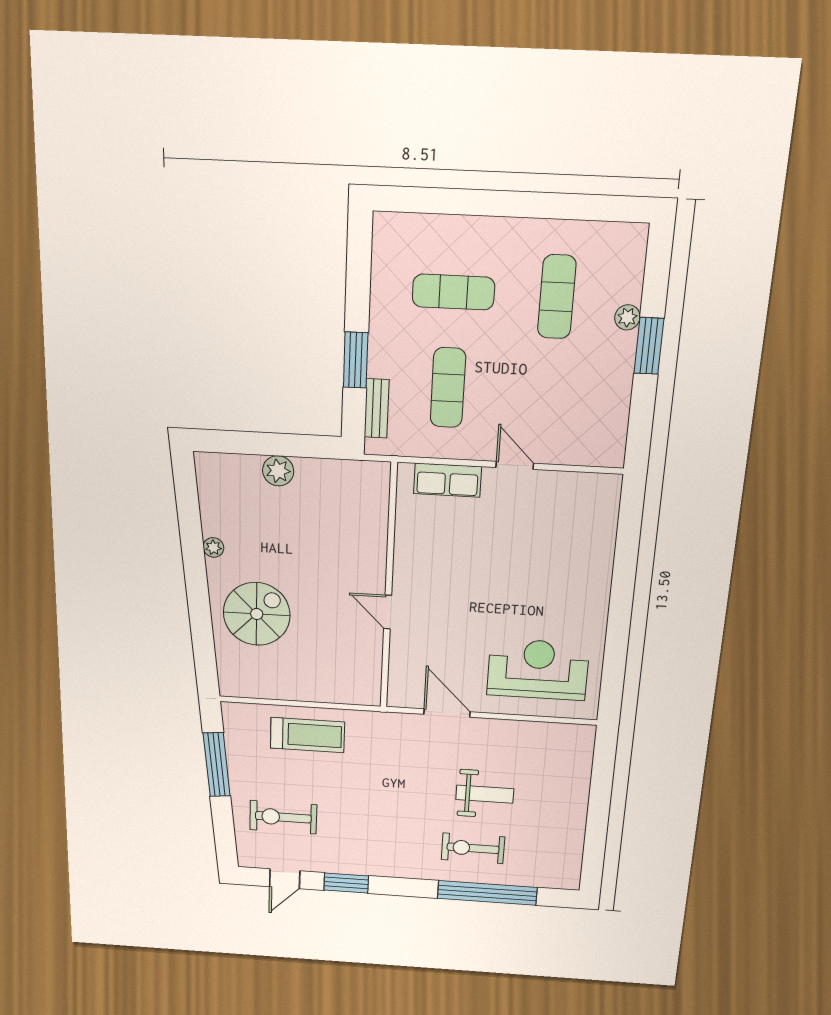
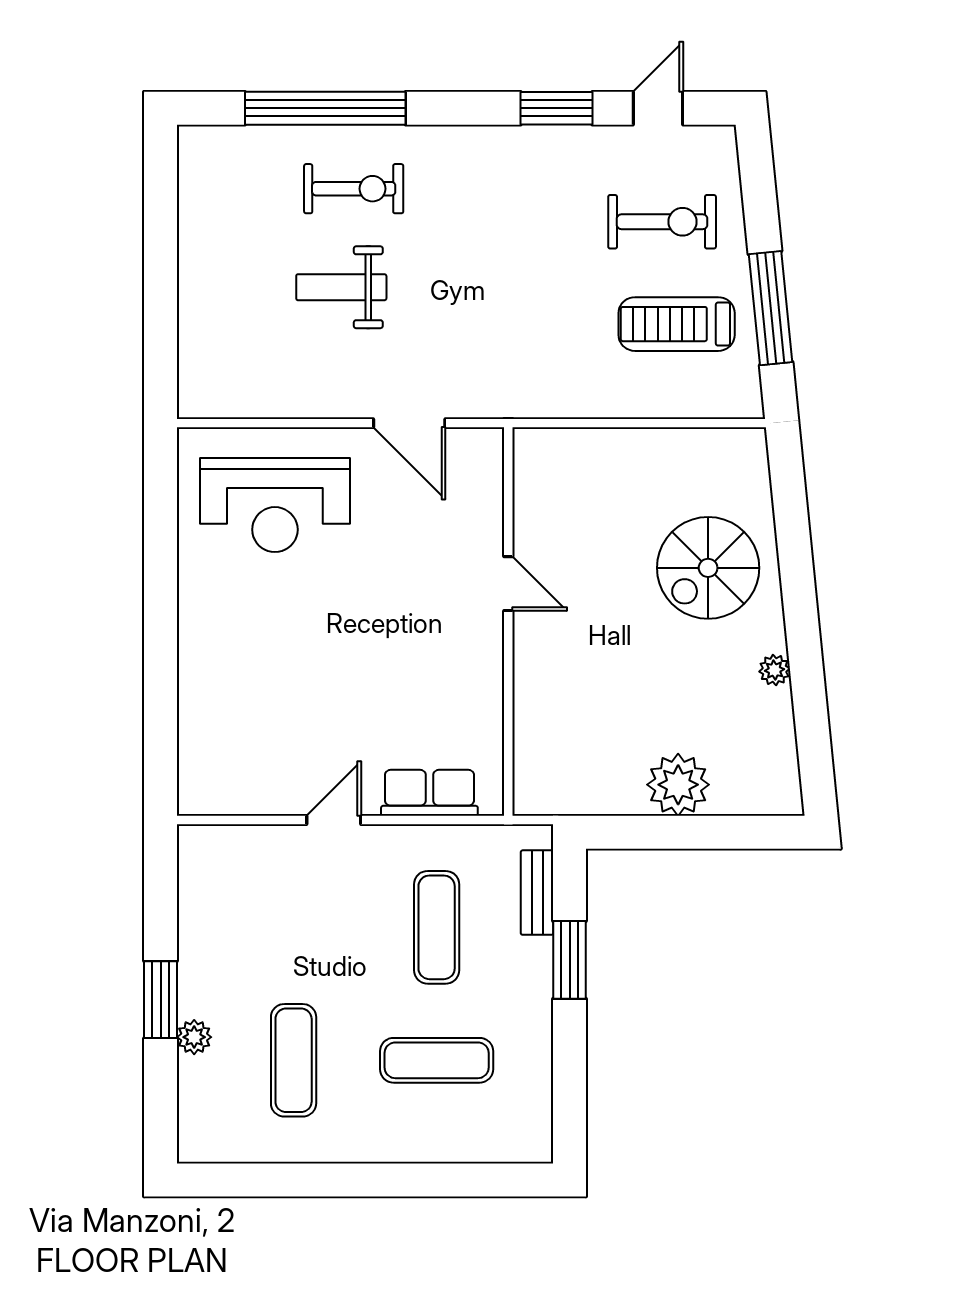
door: (515, 465) -> (334, 820), swing flipped
plant: (278, 471) -> (678, 785), width x1.36, depth x1.36
treadmill: (307, 735) -> (677, 324), moved

